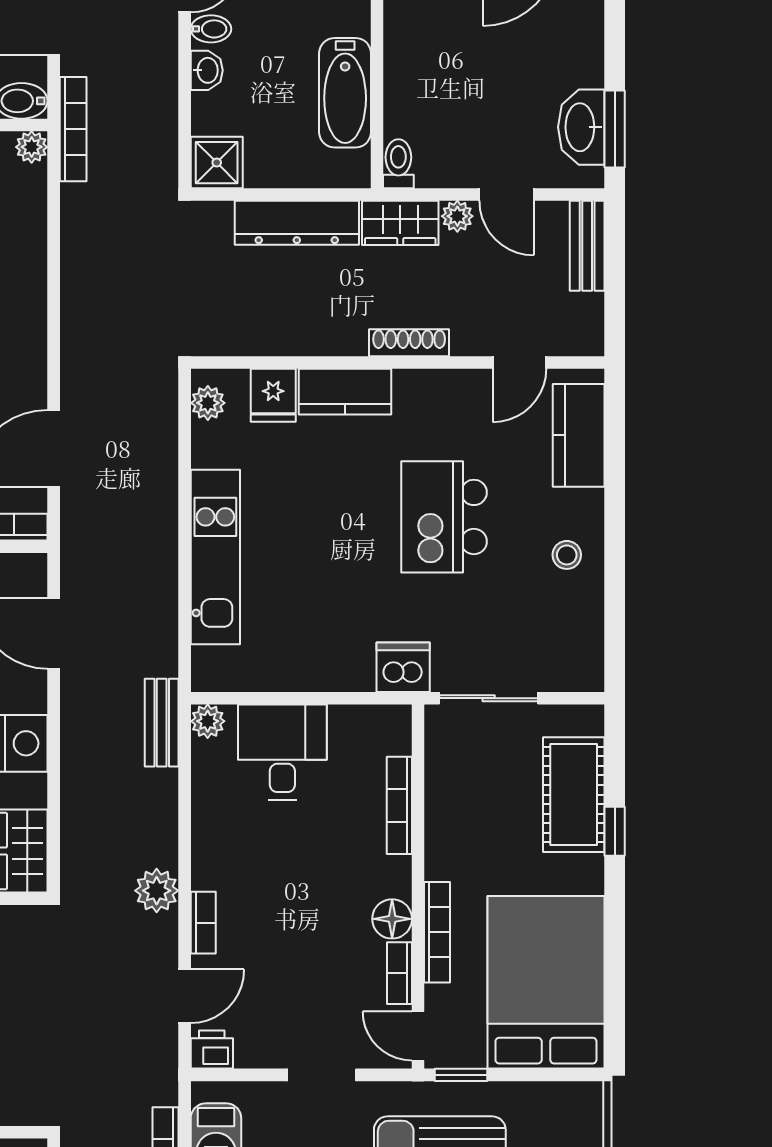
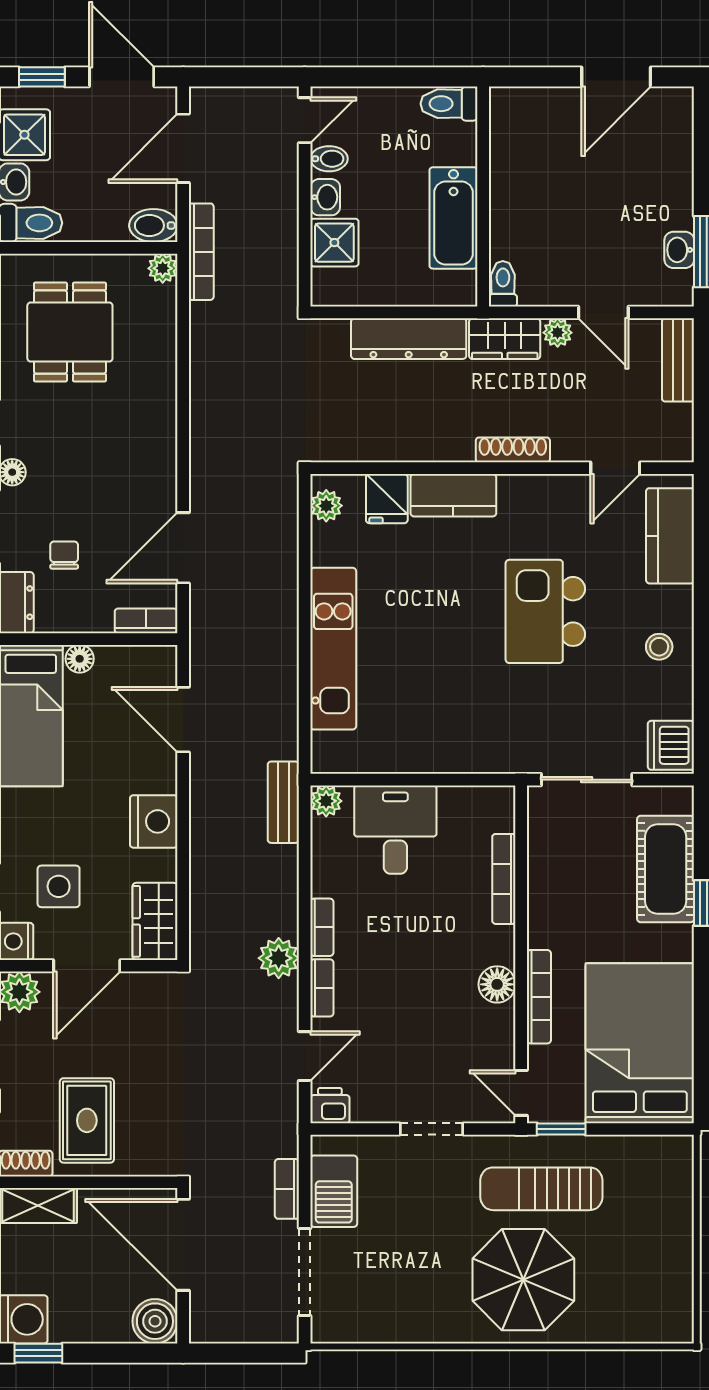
washbasin: (581, 127) -> (679, 250), width x0.52, depth x0.69
shower: (217, 163) -> (334, 243), moved
dishwasher: (403, 667) -> (671, 745), moved, turned -90
bookcase: (399, 973) -> (322, 927), moved, turned 180

